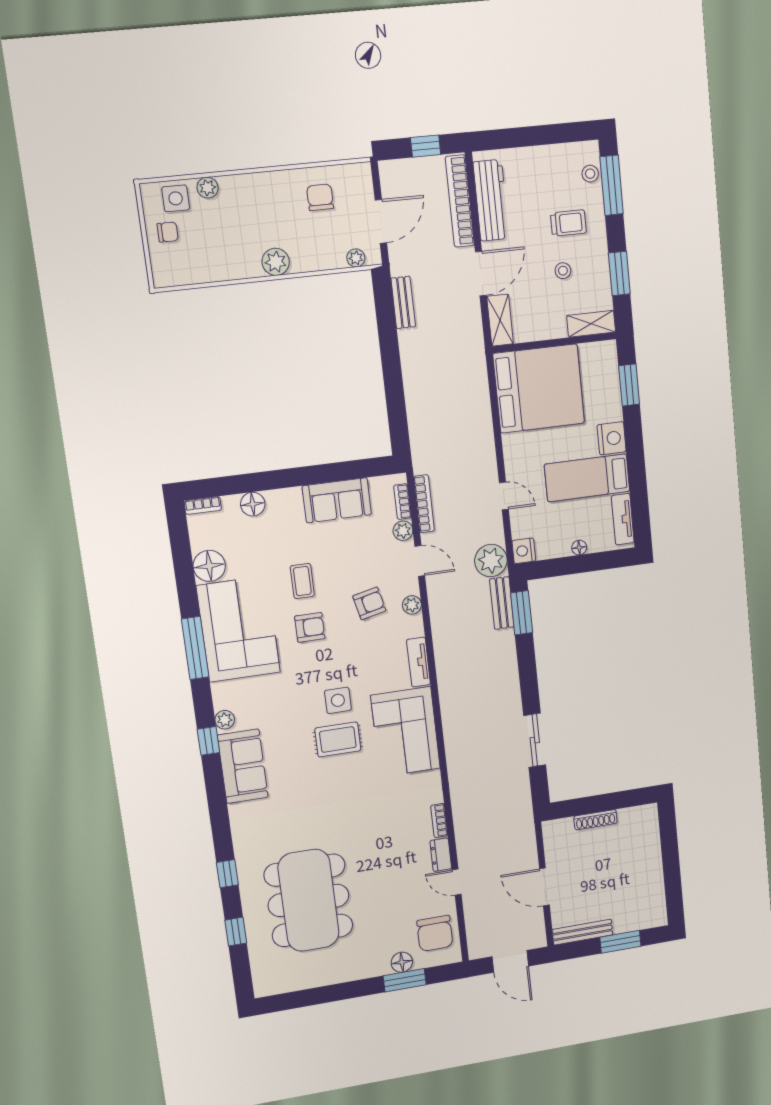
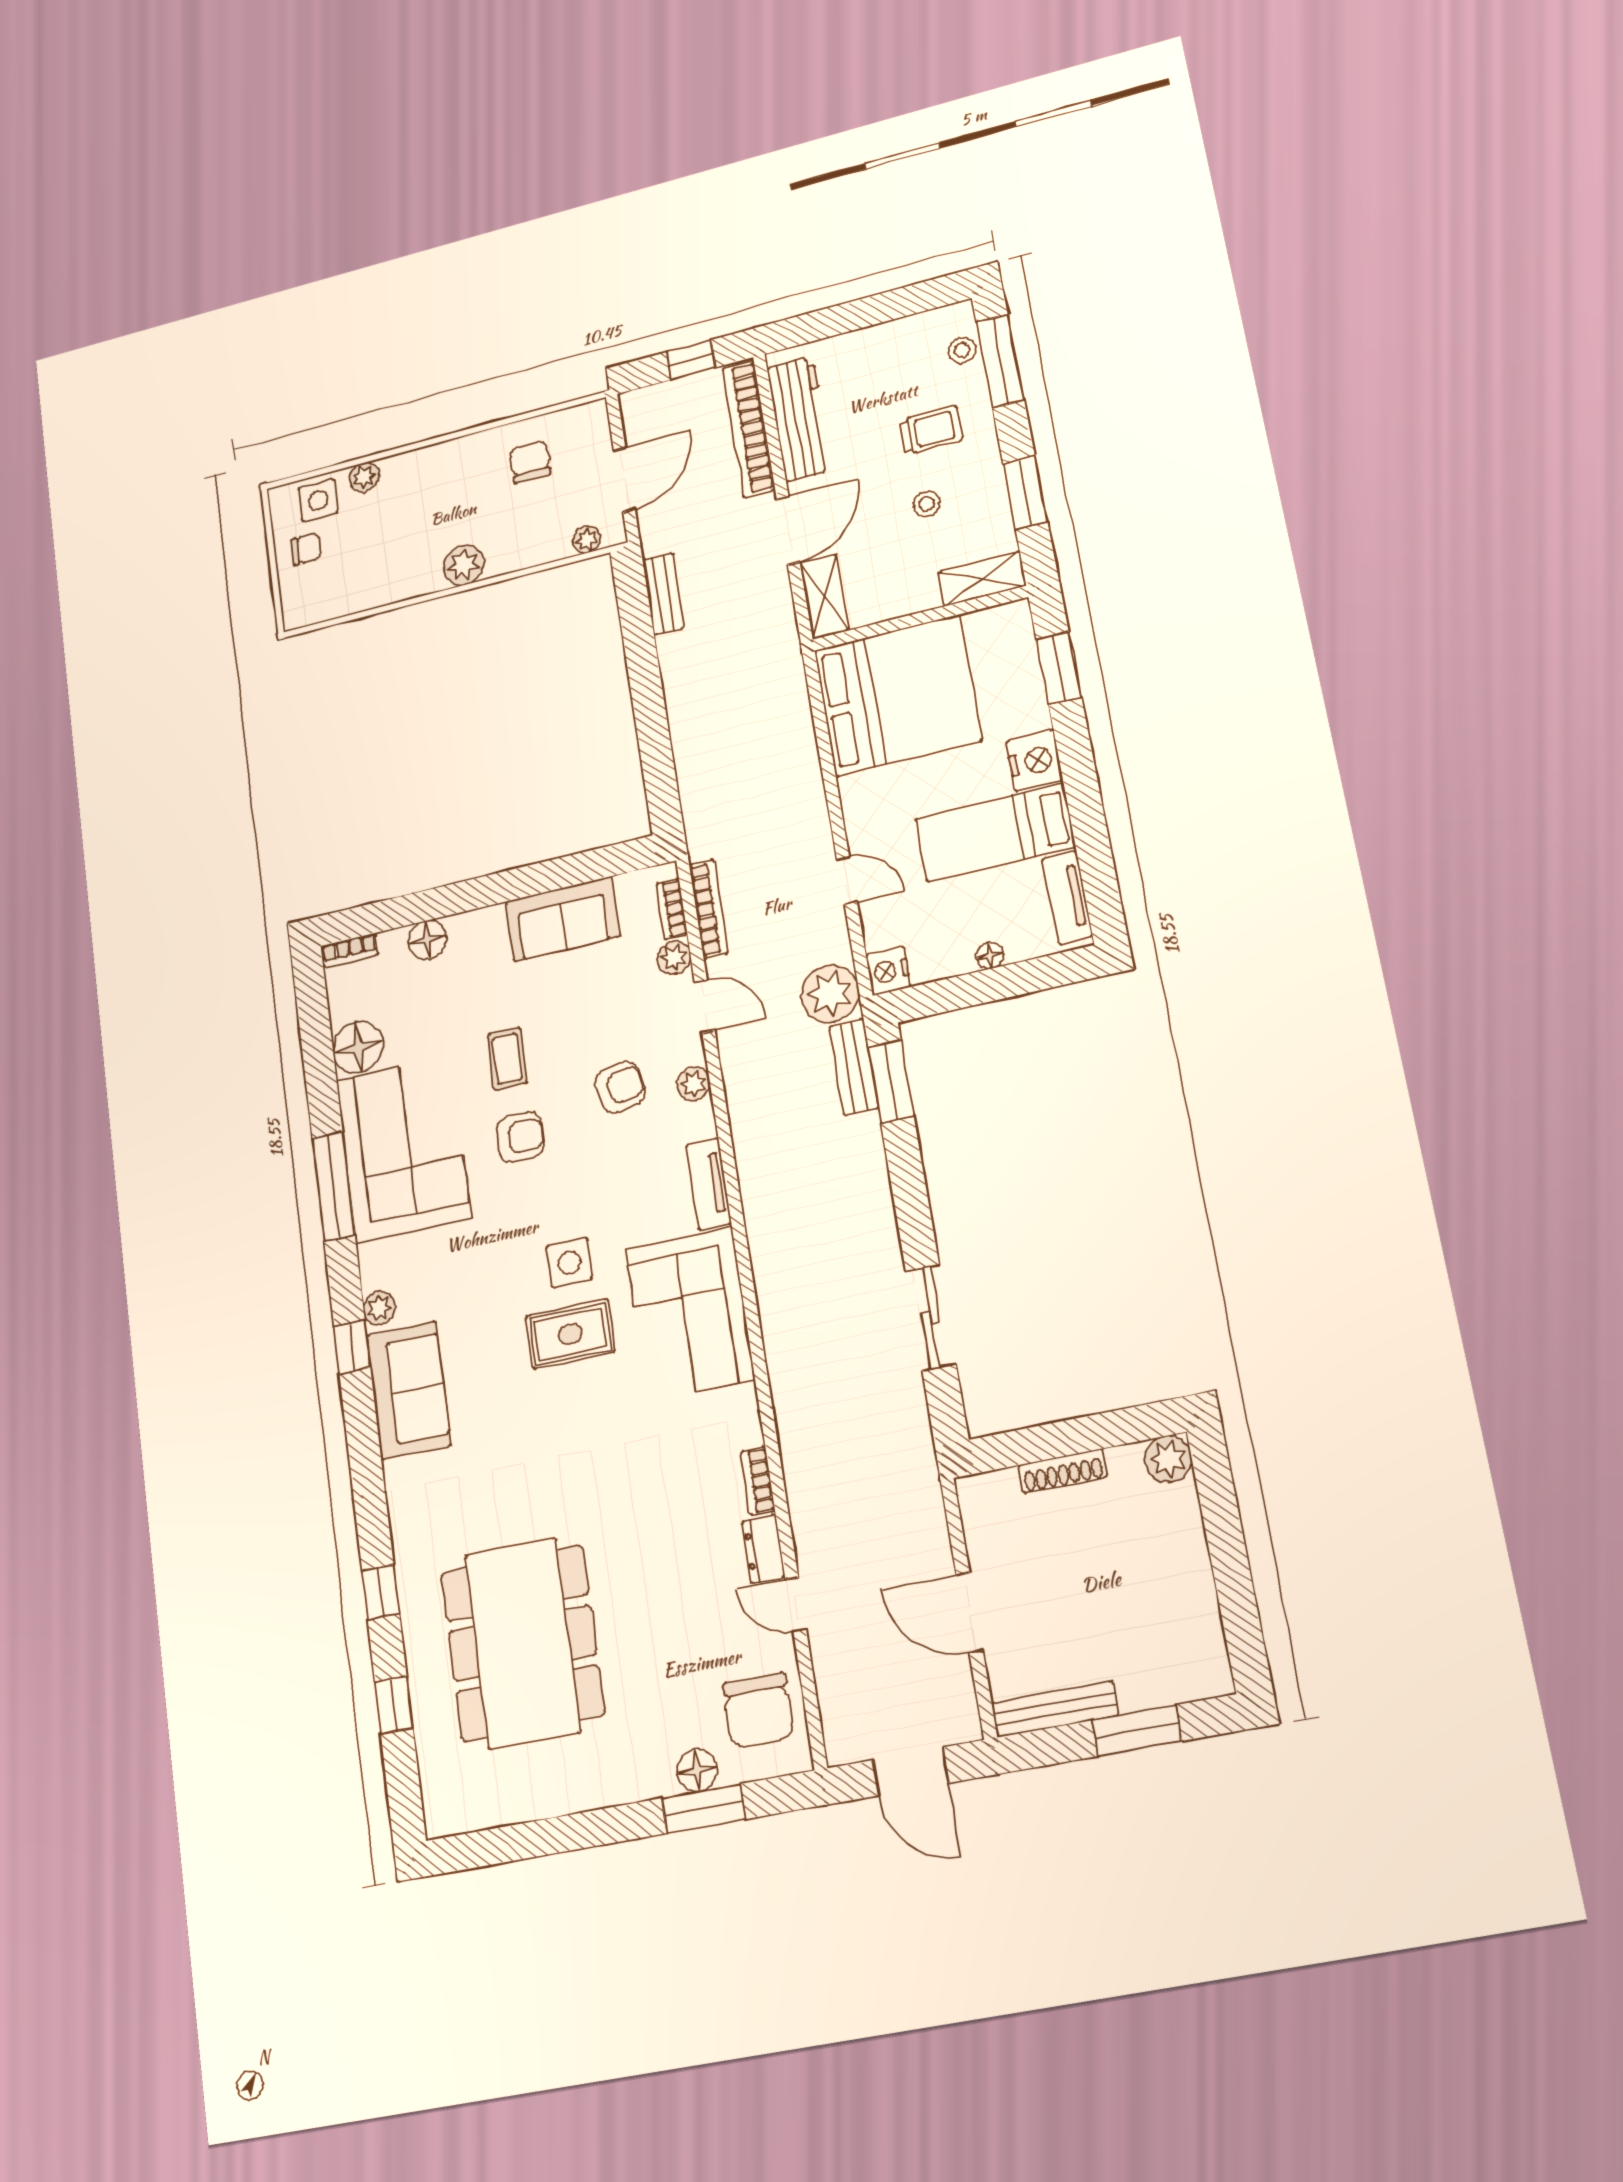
plant: (647, 815) -> (1168, 1459), added

